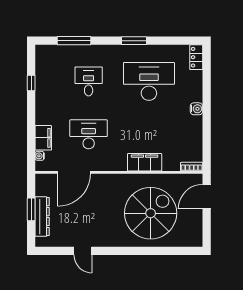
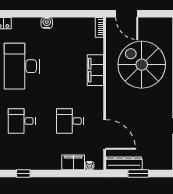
desk: (89, 134) -> (70, 121), width x0.73
dresser: (42, 217) -> (124, 163), moved

